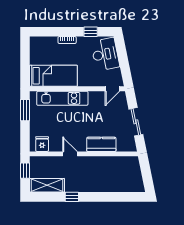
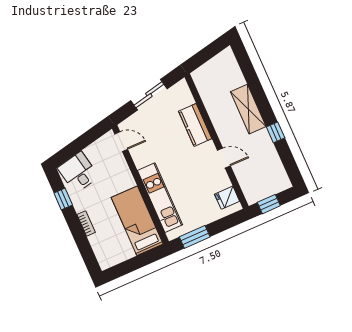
desk: (105, 54) -> (78, 172), width x0.73
door: (70, 154) -> (224, 158), swing flipped
shelving: (47, 185) -> (248, 109), moved

